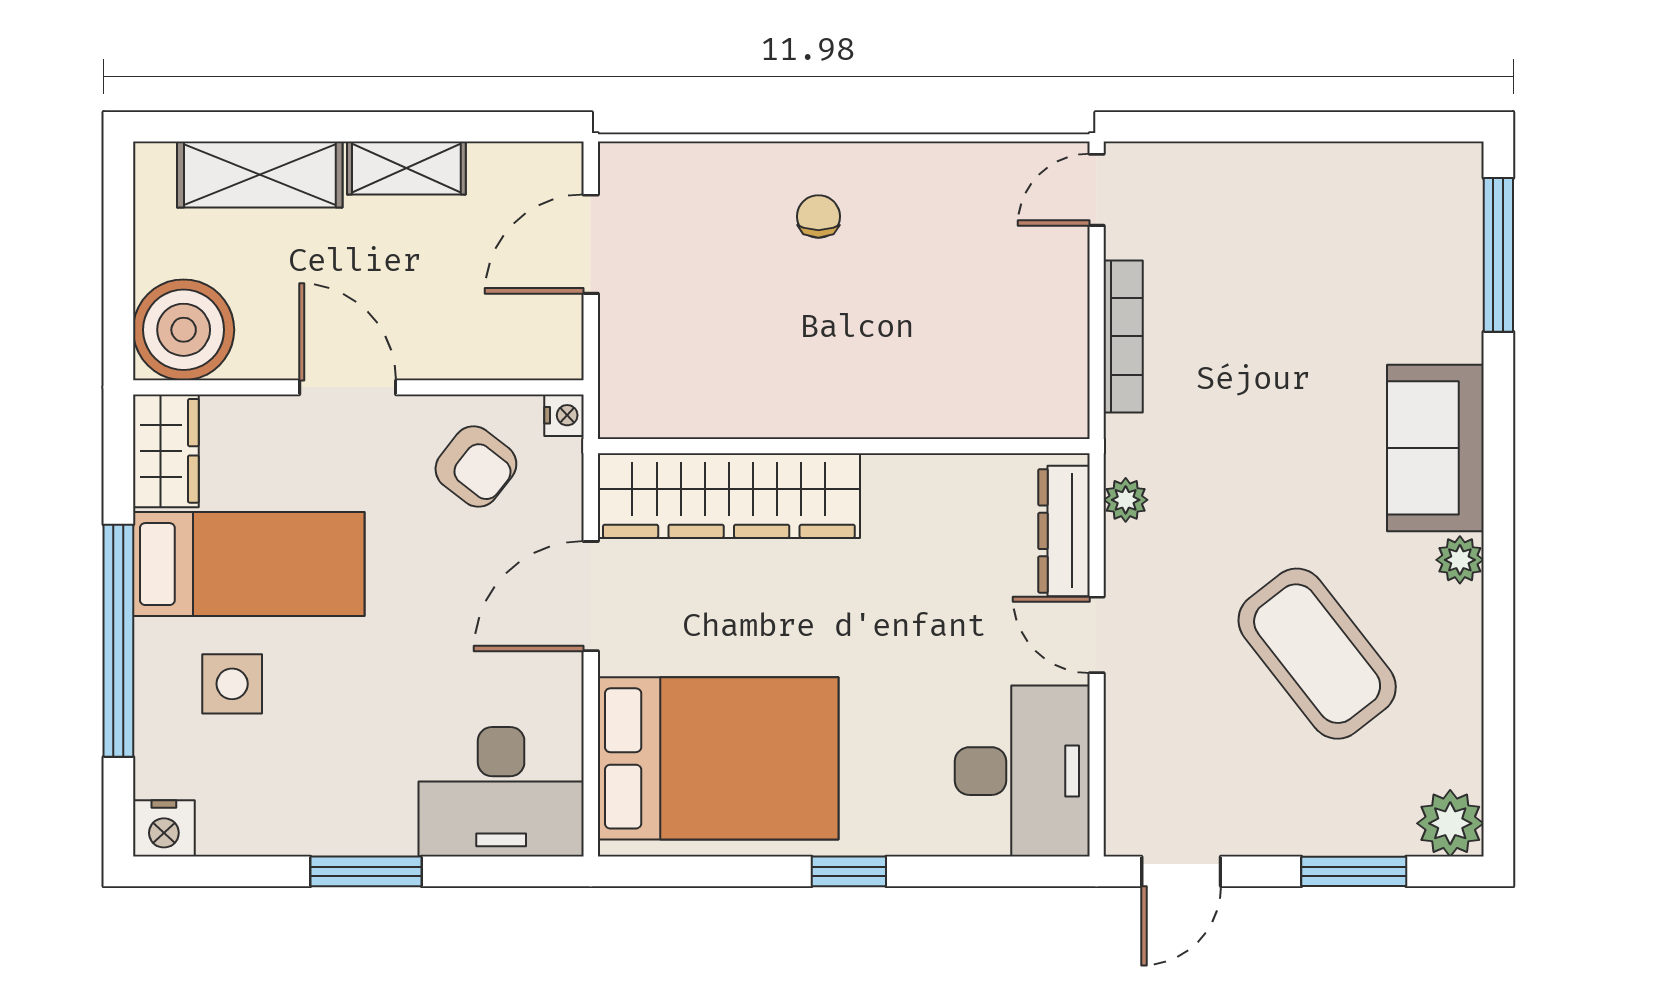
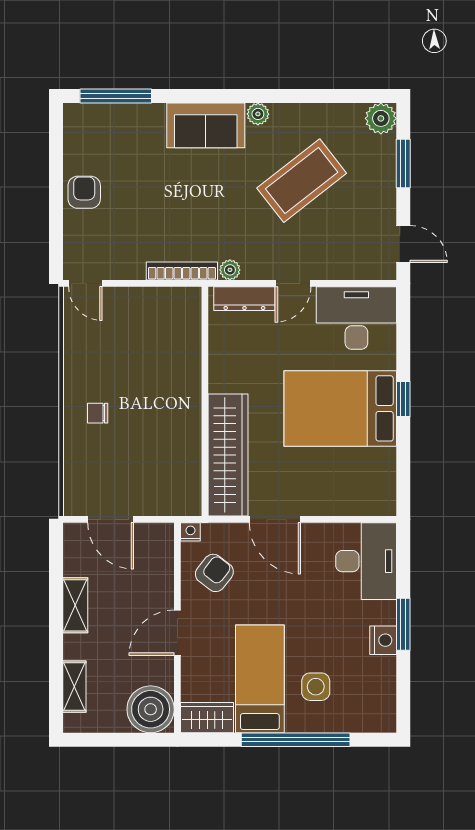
shelving: (260, 174) -> (74, 687), width x0.67, depth x0.75
armchair: (1292, 187) -> (84, 192), added
bookcase: (1123, 336) -> (182, 271), moved
bed: (718, 758) -> (340, 408), moved, turned -90
nightstand: (164, 828) -> (383, 640), moved

